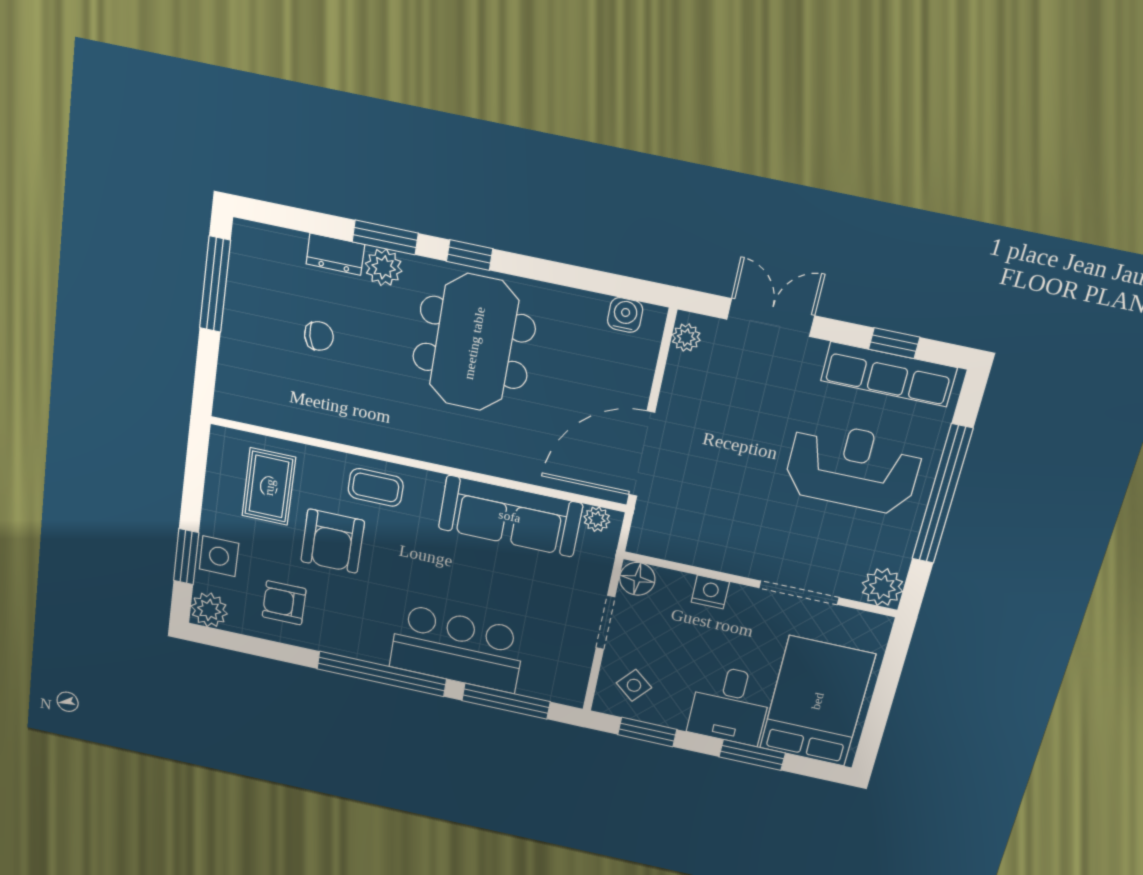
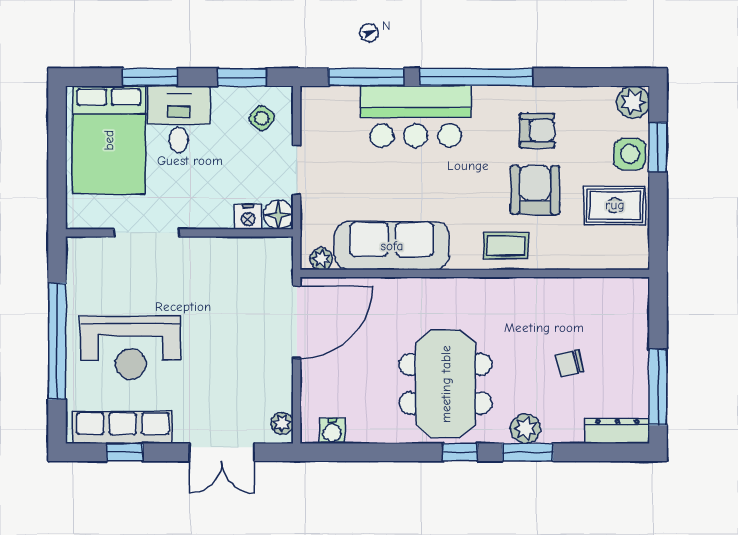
dresser: (335, 254) -> (617, 431), moved, width x1.44
rug: (269, 487) -> (615, 205), moved, turned 90
plant: (882, 587) -> (82, 253), removed
nightstand: (710, 592) -> (248, 217), moved
armchair: (284, 603) -> (537, 130), moved

